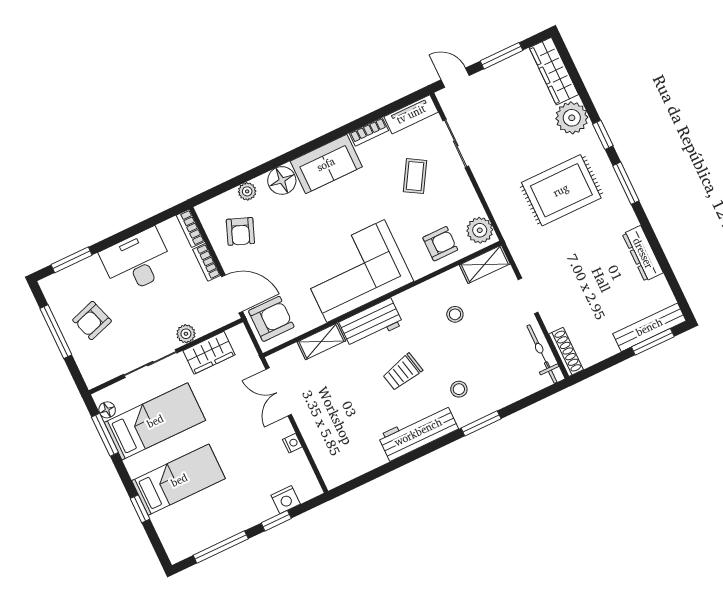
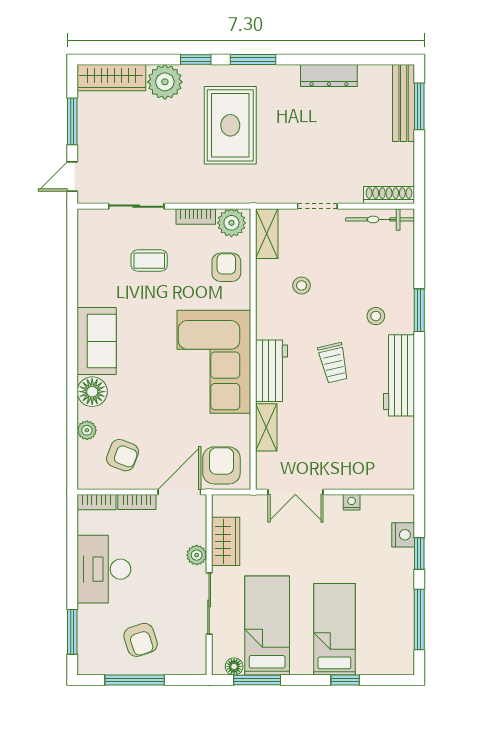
tv unit: (411, 114) -> (88, 236), removed
bookcase: (369, 132) -> (196, 216), moved, turned 90
coffee table: (415, 176) -> (149, 261), turned -31

